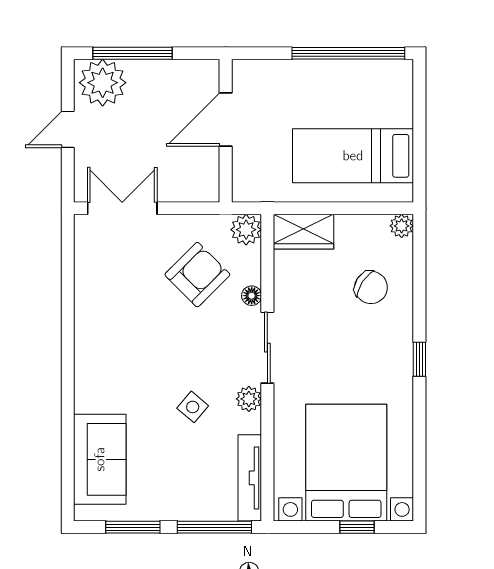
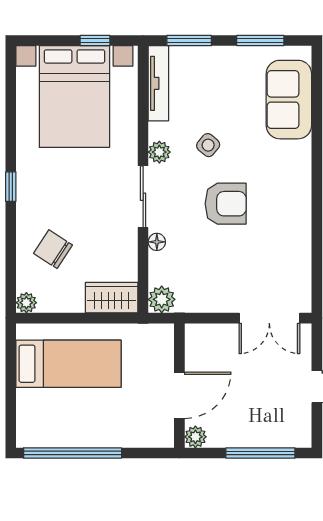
plant: (103, 83) -> (195, 437), moved, width x0.53, depth x0.53
armchair: (197, 275) -> (226, 204), moved, turned -135
window: (214, 527) -> (189, 41), width x0.69
window: (357, 527) -> (95, 41), moved

